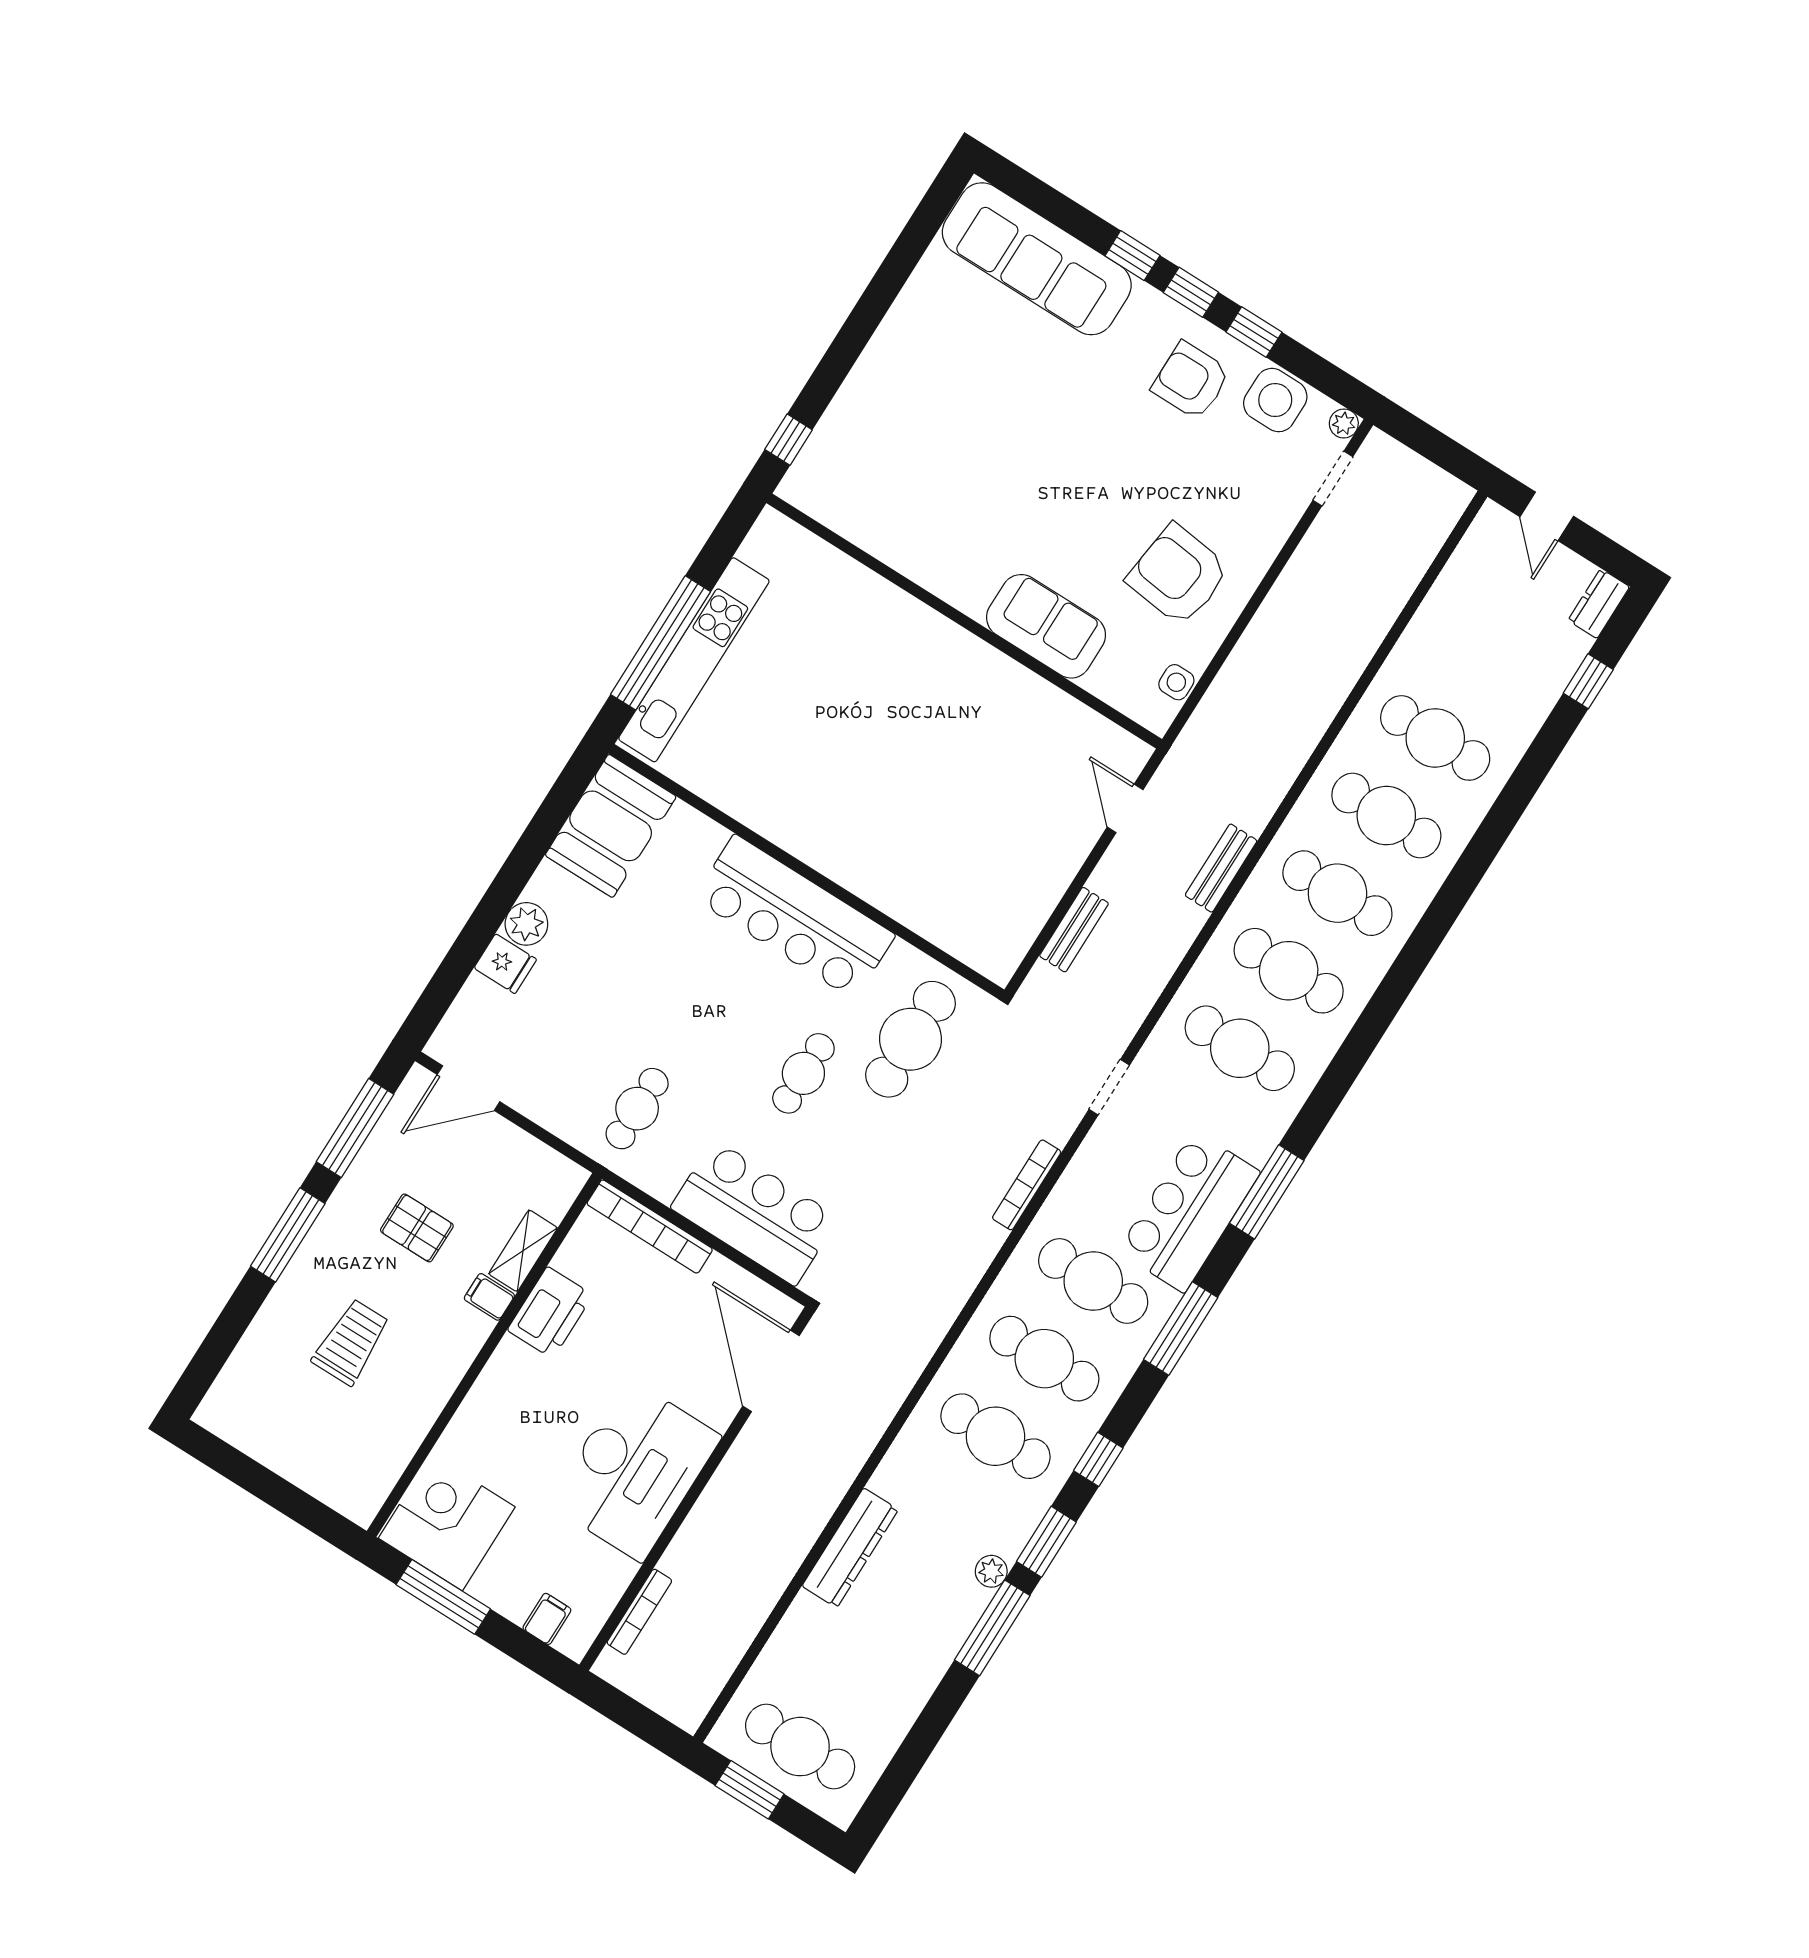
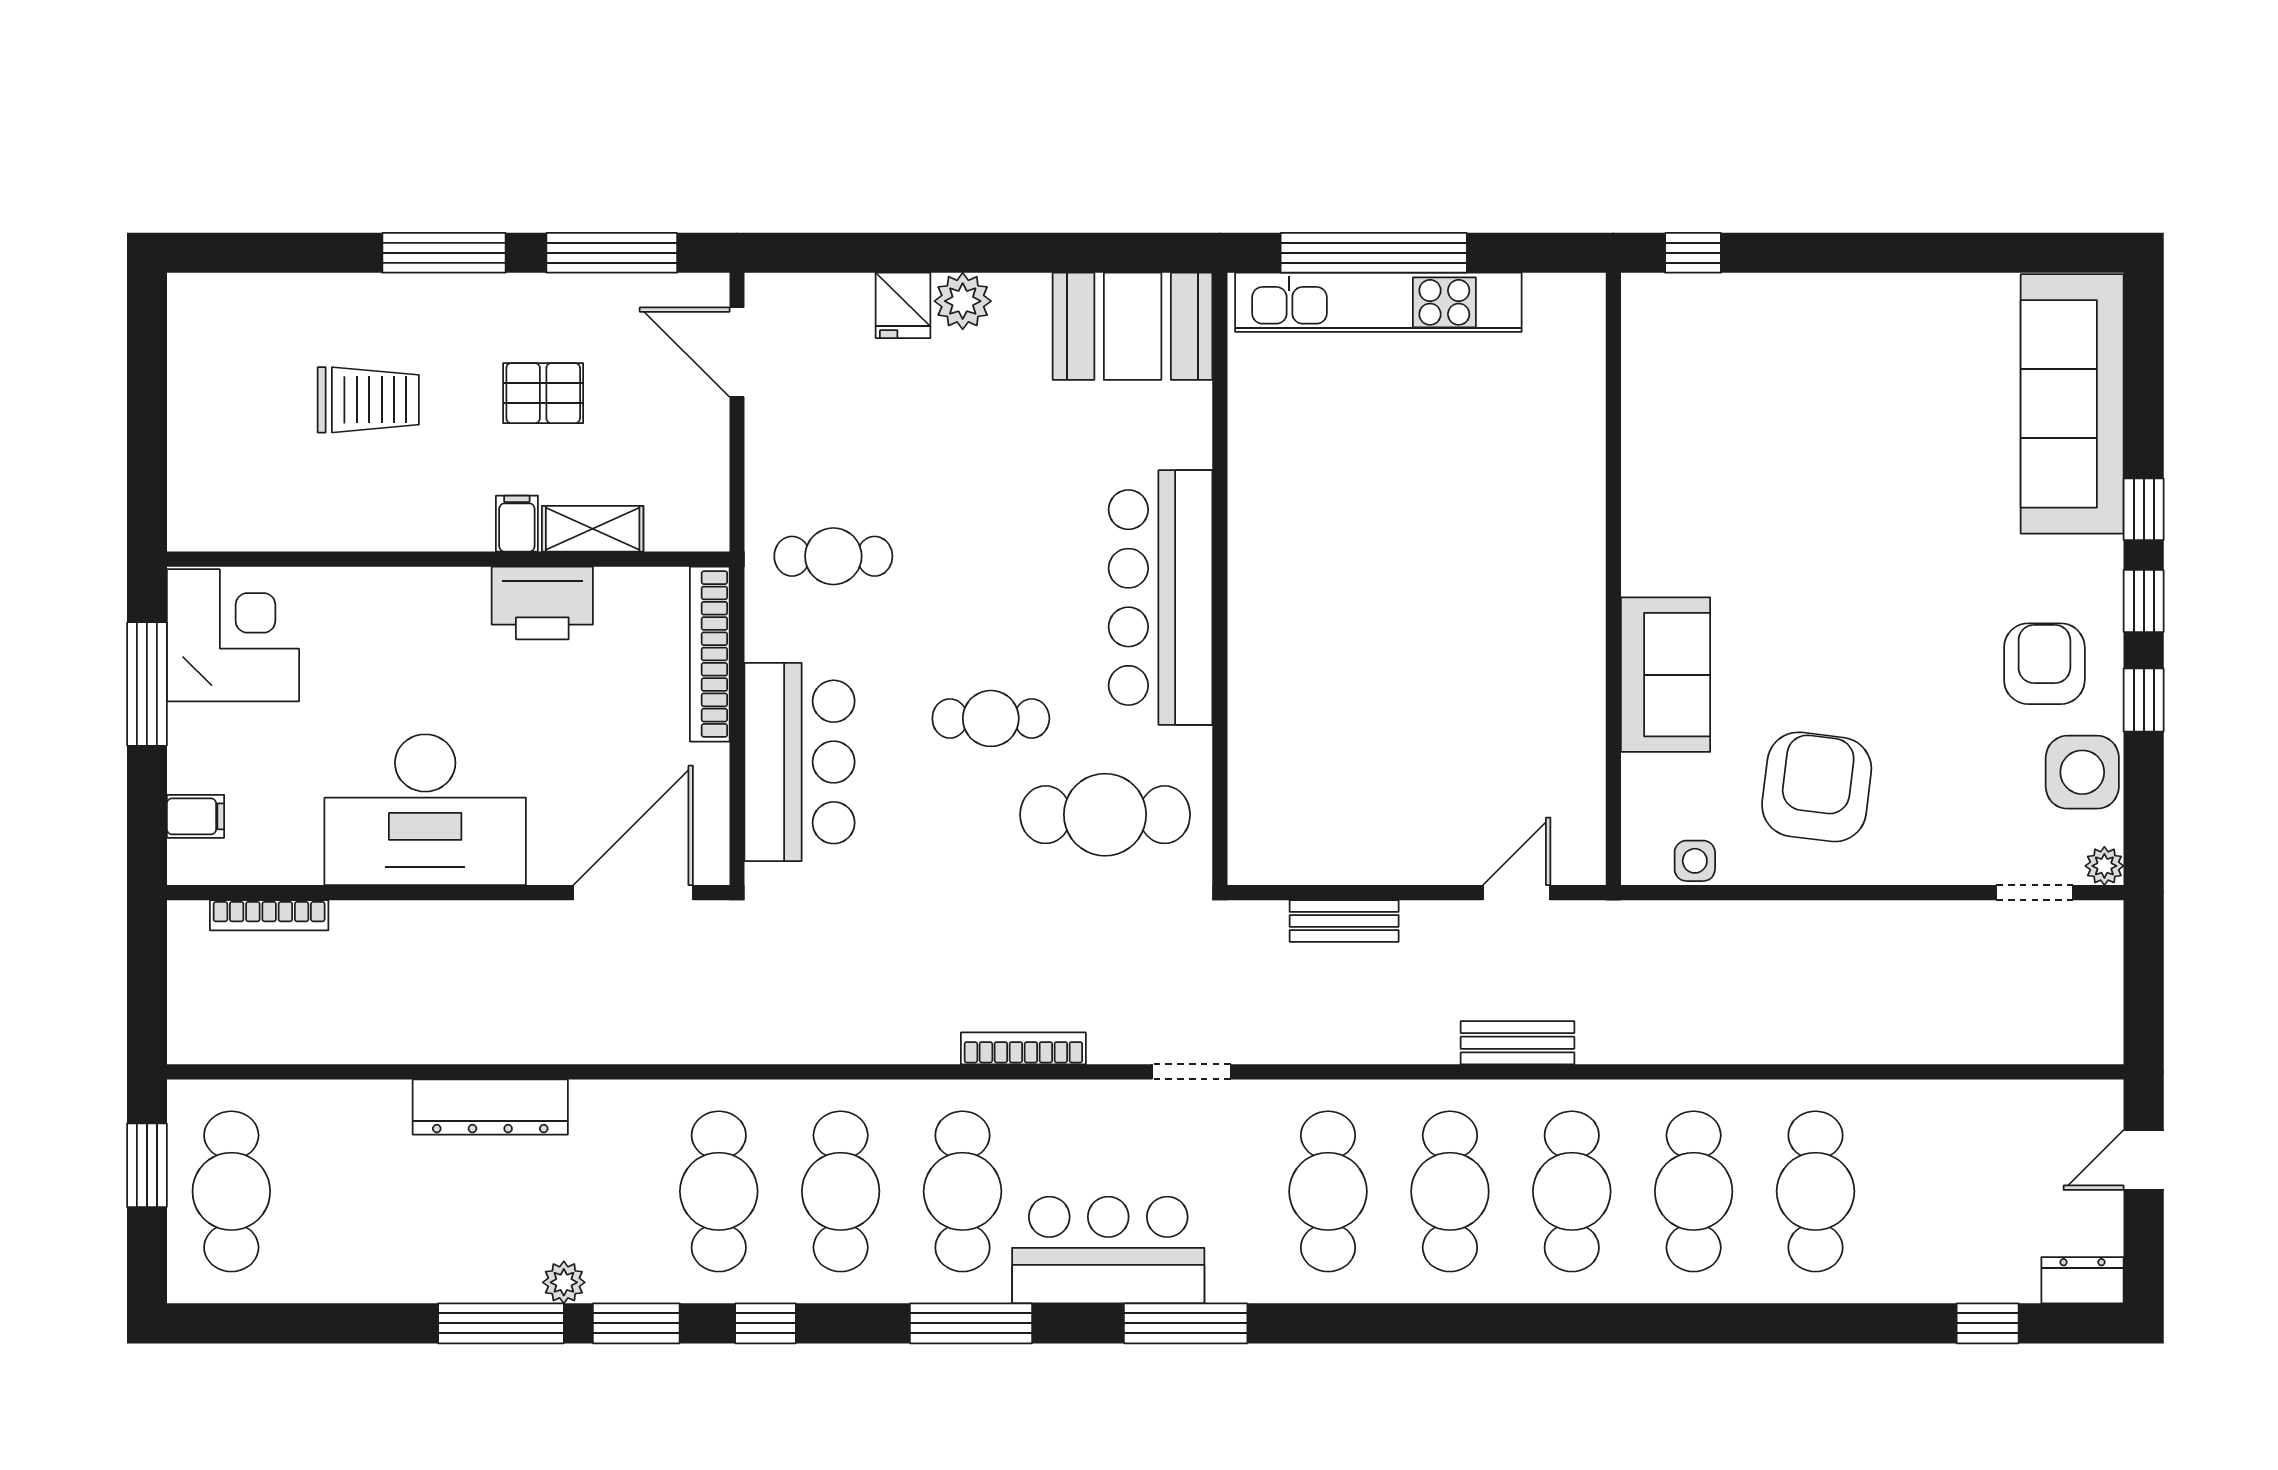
pallet: (417, 1228) -> (543, 393), turned 90

